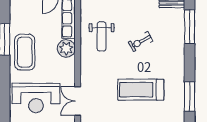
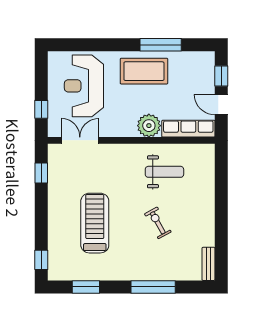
window: (190, 27) -> (153, 287), moved
weight bench: (102, 37) -> (164, 172), turned 180
window: (190, 97) -> (86, 287), width x0.69

